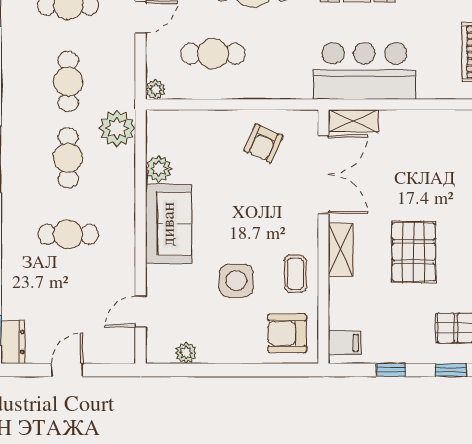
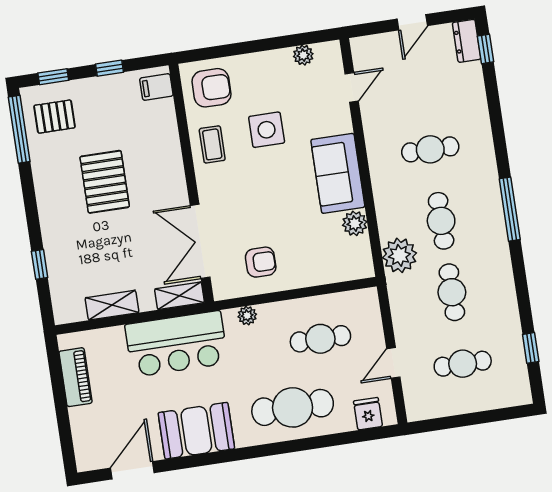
plant: (156, 89) -> (247, 316), moved
armchair: (263, 143) -> (261, 262), turned 66
shelving: (341, 250) -> (112, 305), moved, turned 90

